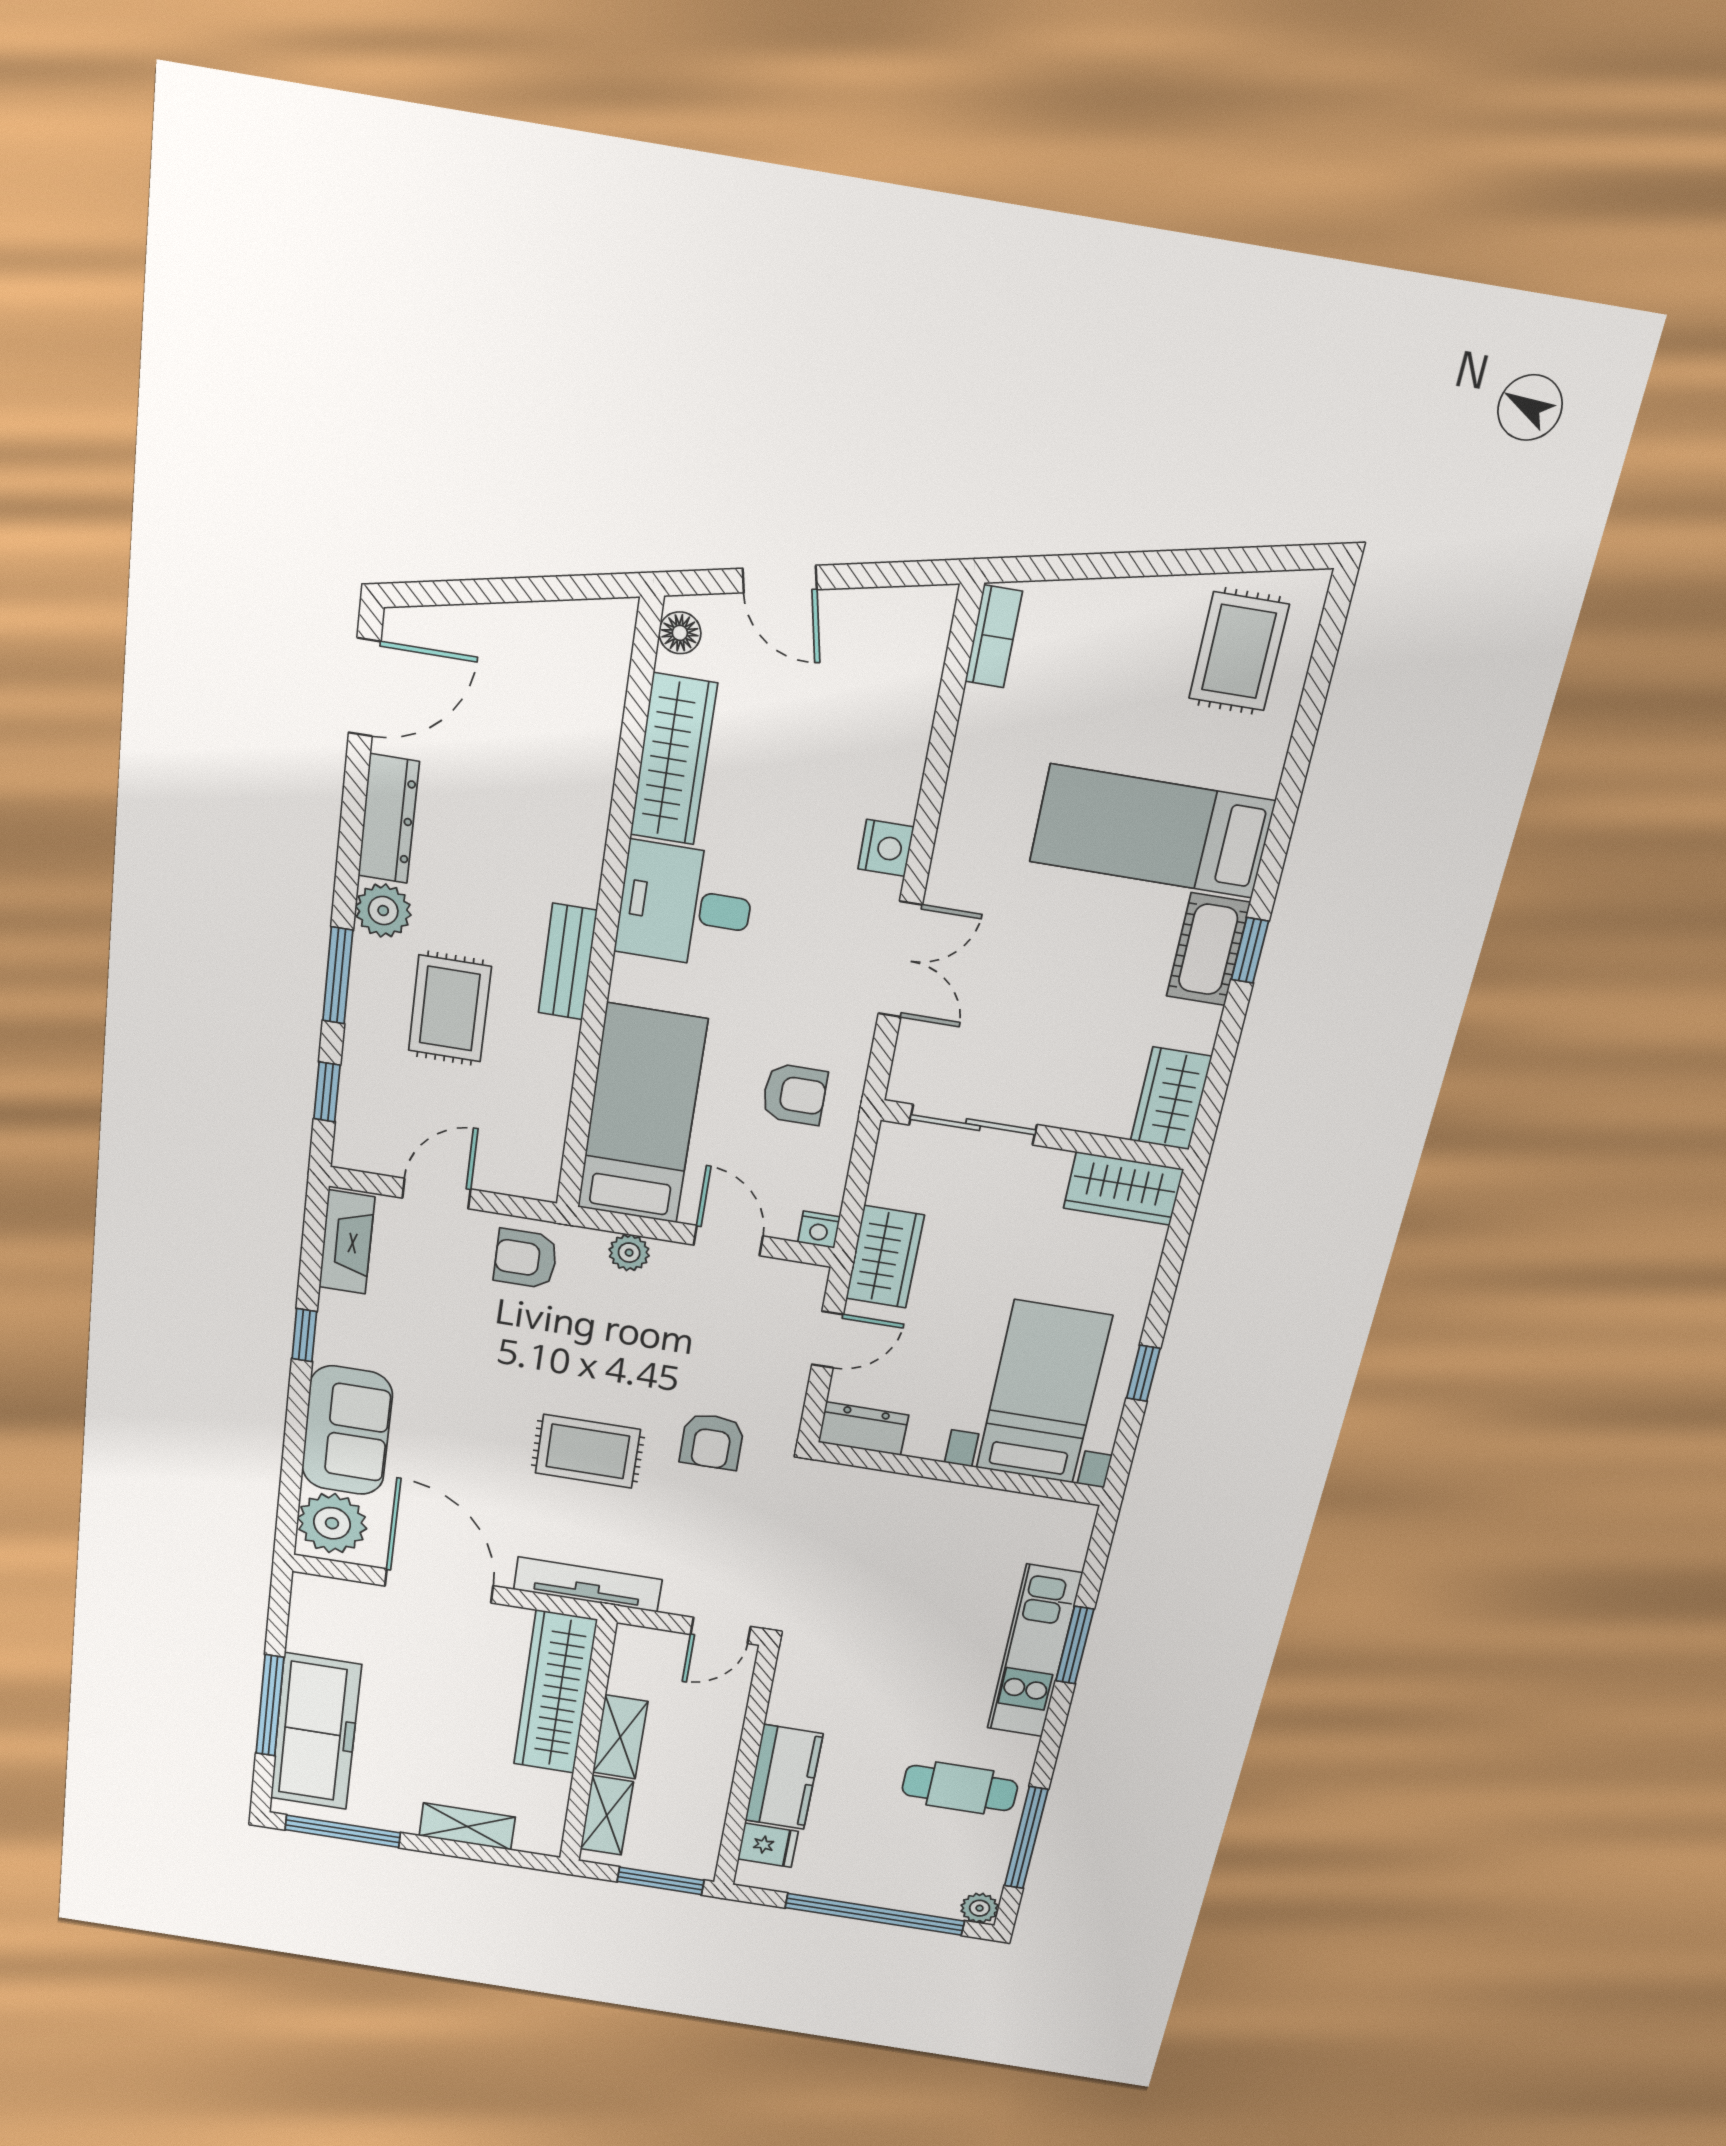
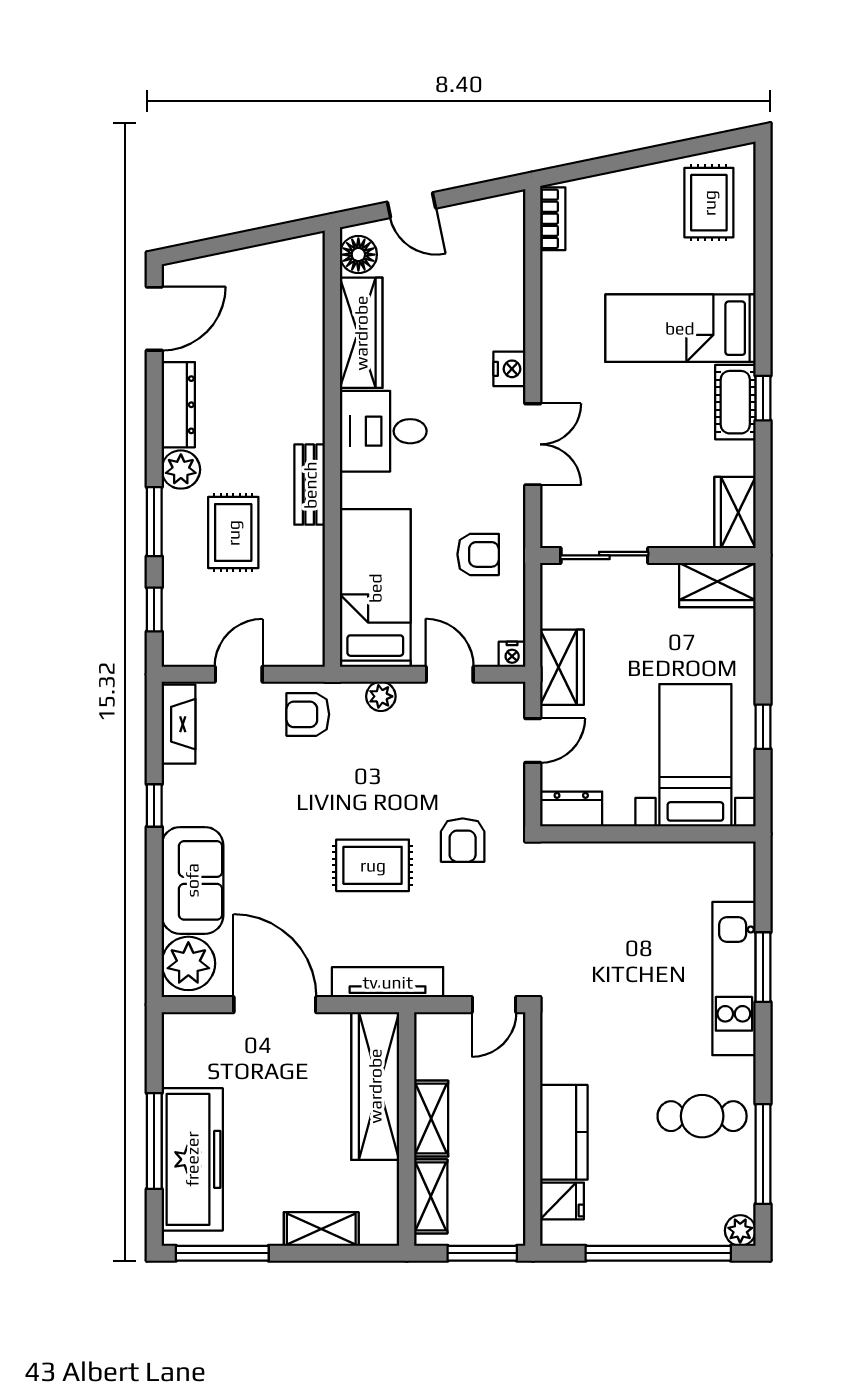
floor lamp: (680, 633) -> (358, 255), width x1.37, depth x1.37

